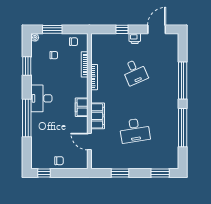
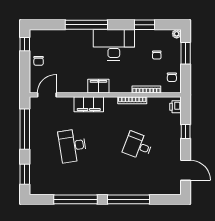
printer: (135, 38) -> (175, 107), moved
desk: (135, 72) -> (138, 146), turned 45
desk: (41, 98) -> (114, 45), width x1.36, depth x1.30
door: (89, 142) -> (47, 95), moved
window: (120, 173) -> (25, 129), width x2.11

